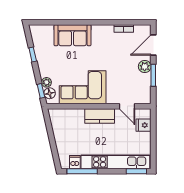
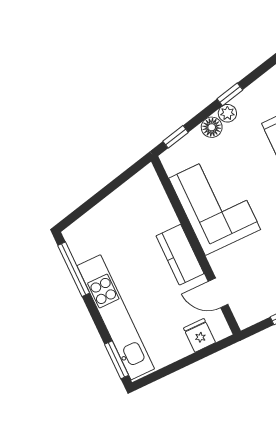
plant: (46, 82) -> (227, 113), moved
floor lamp: (50, 93) -> (212, 127), moved
door: (127, 106) -> (218, 293), hinge flipped
dishwasher: (75, 162) -> (83, 250), removed

